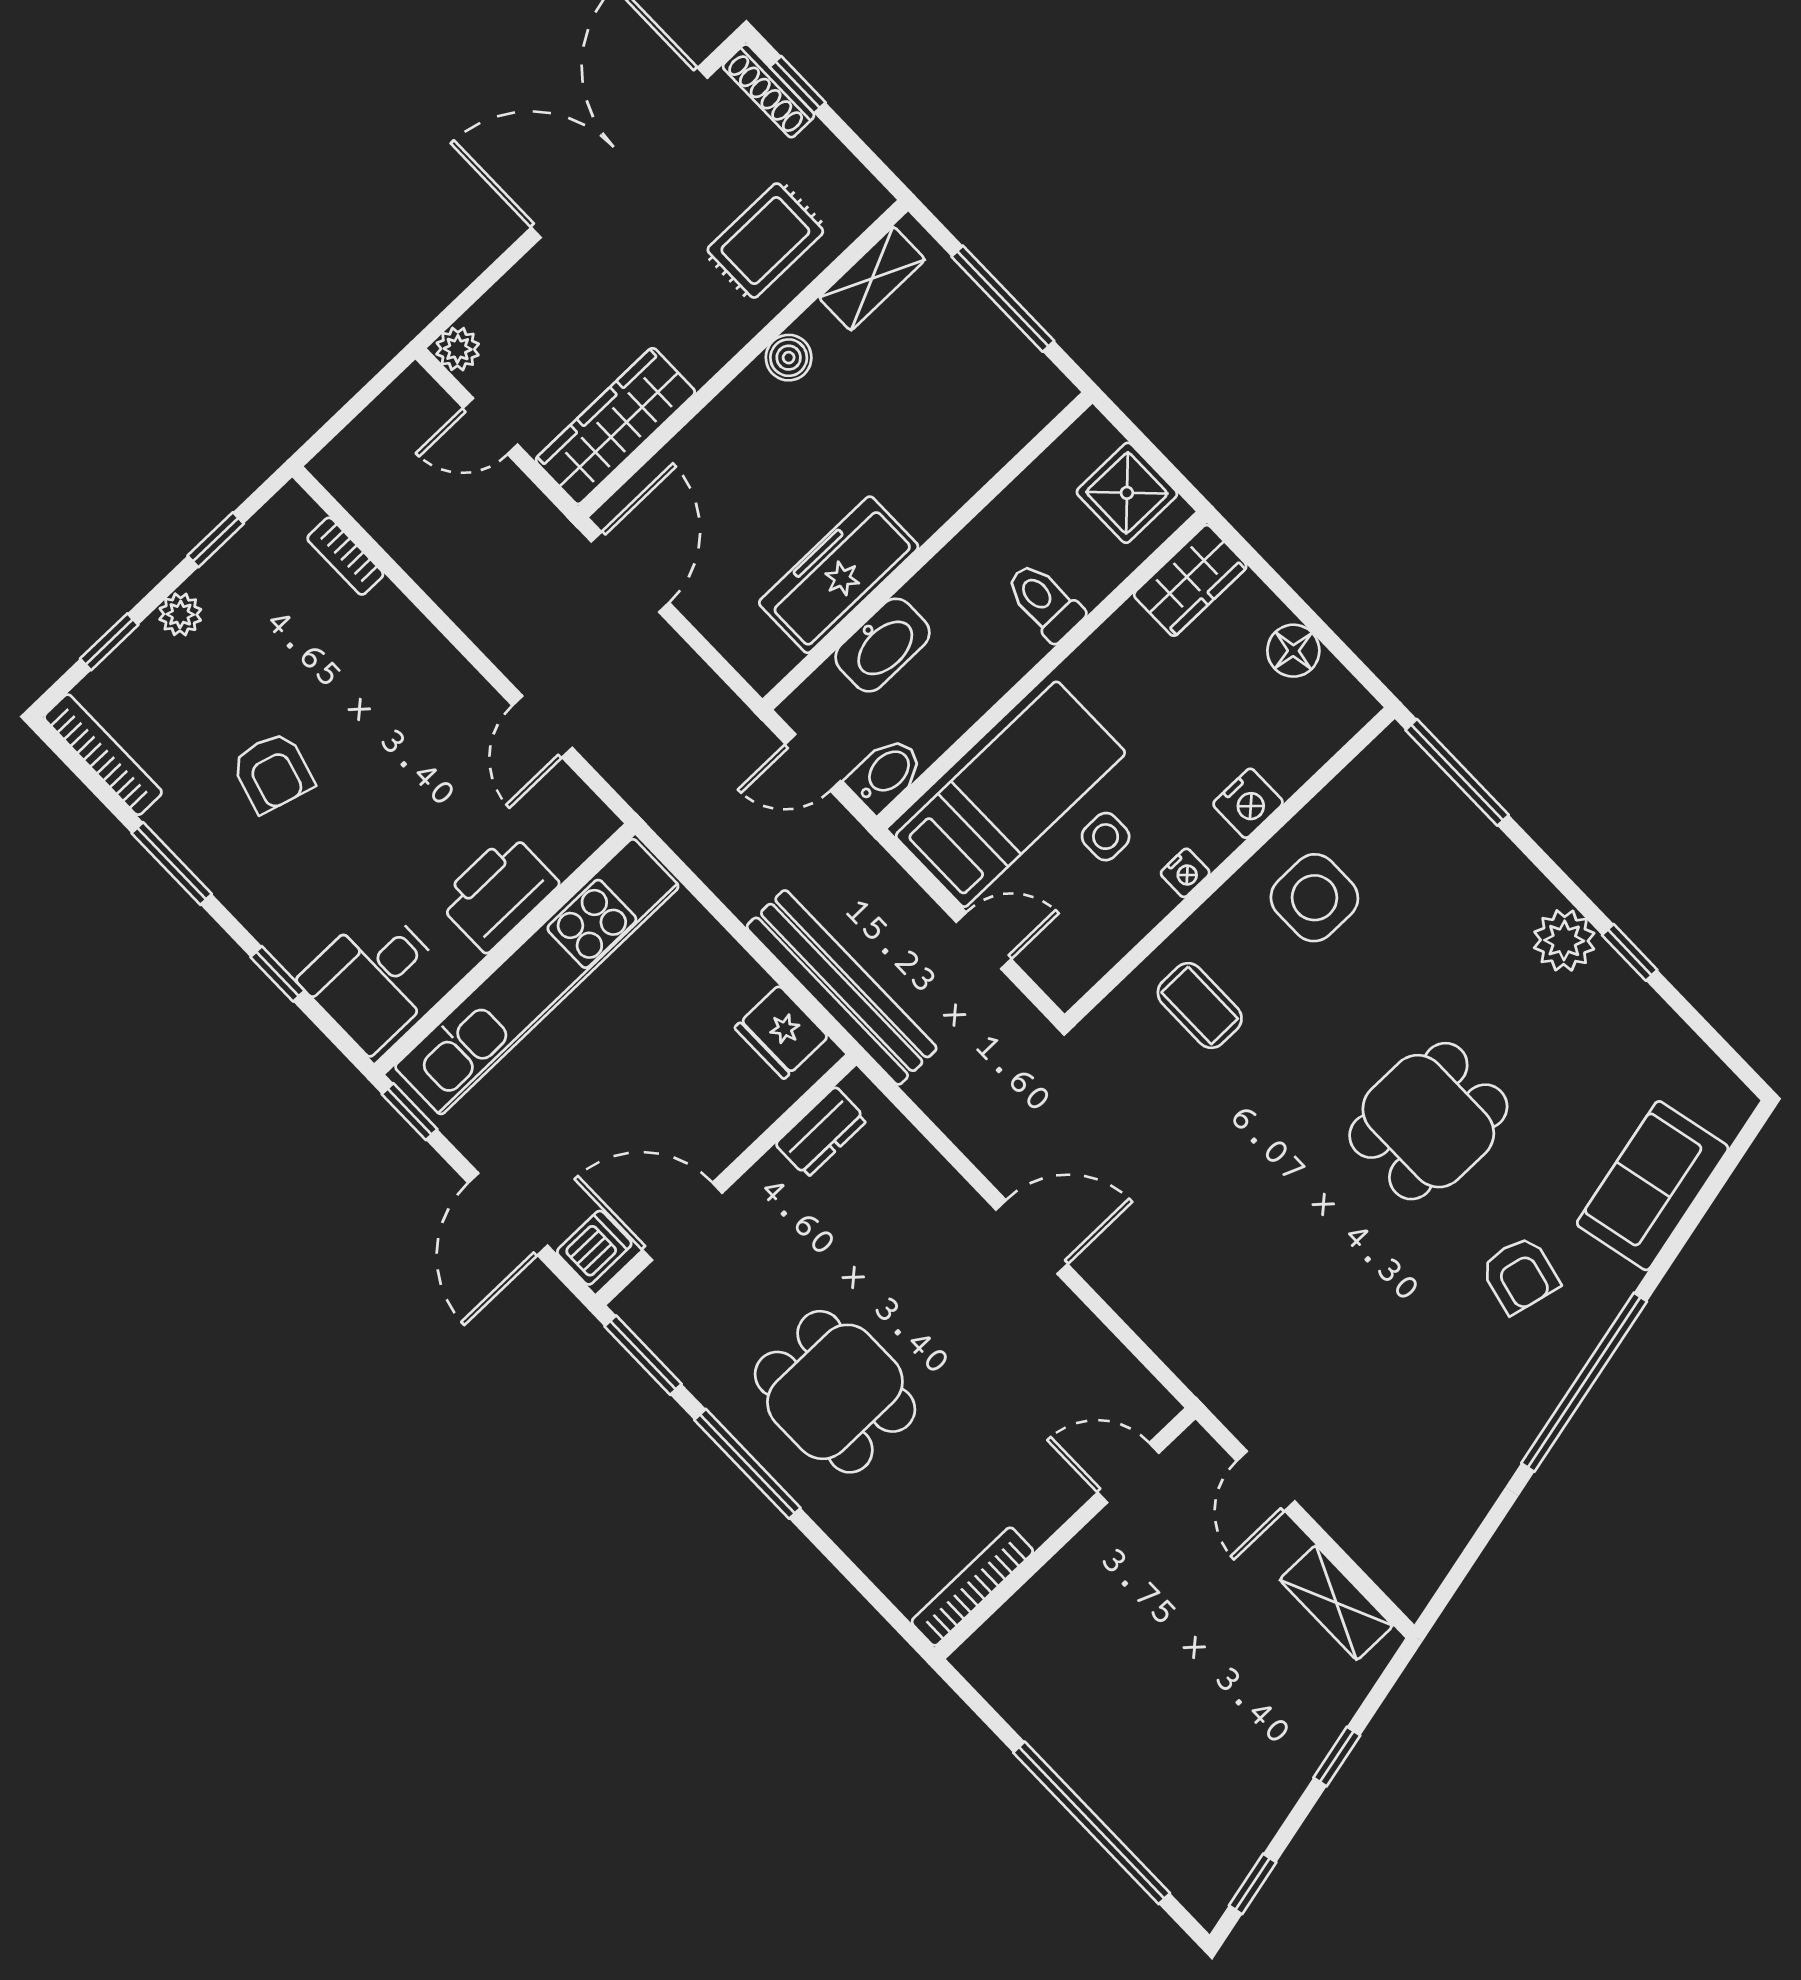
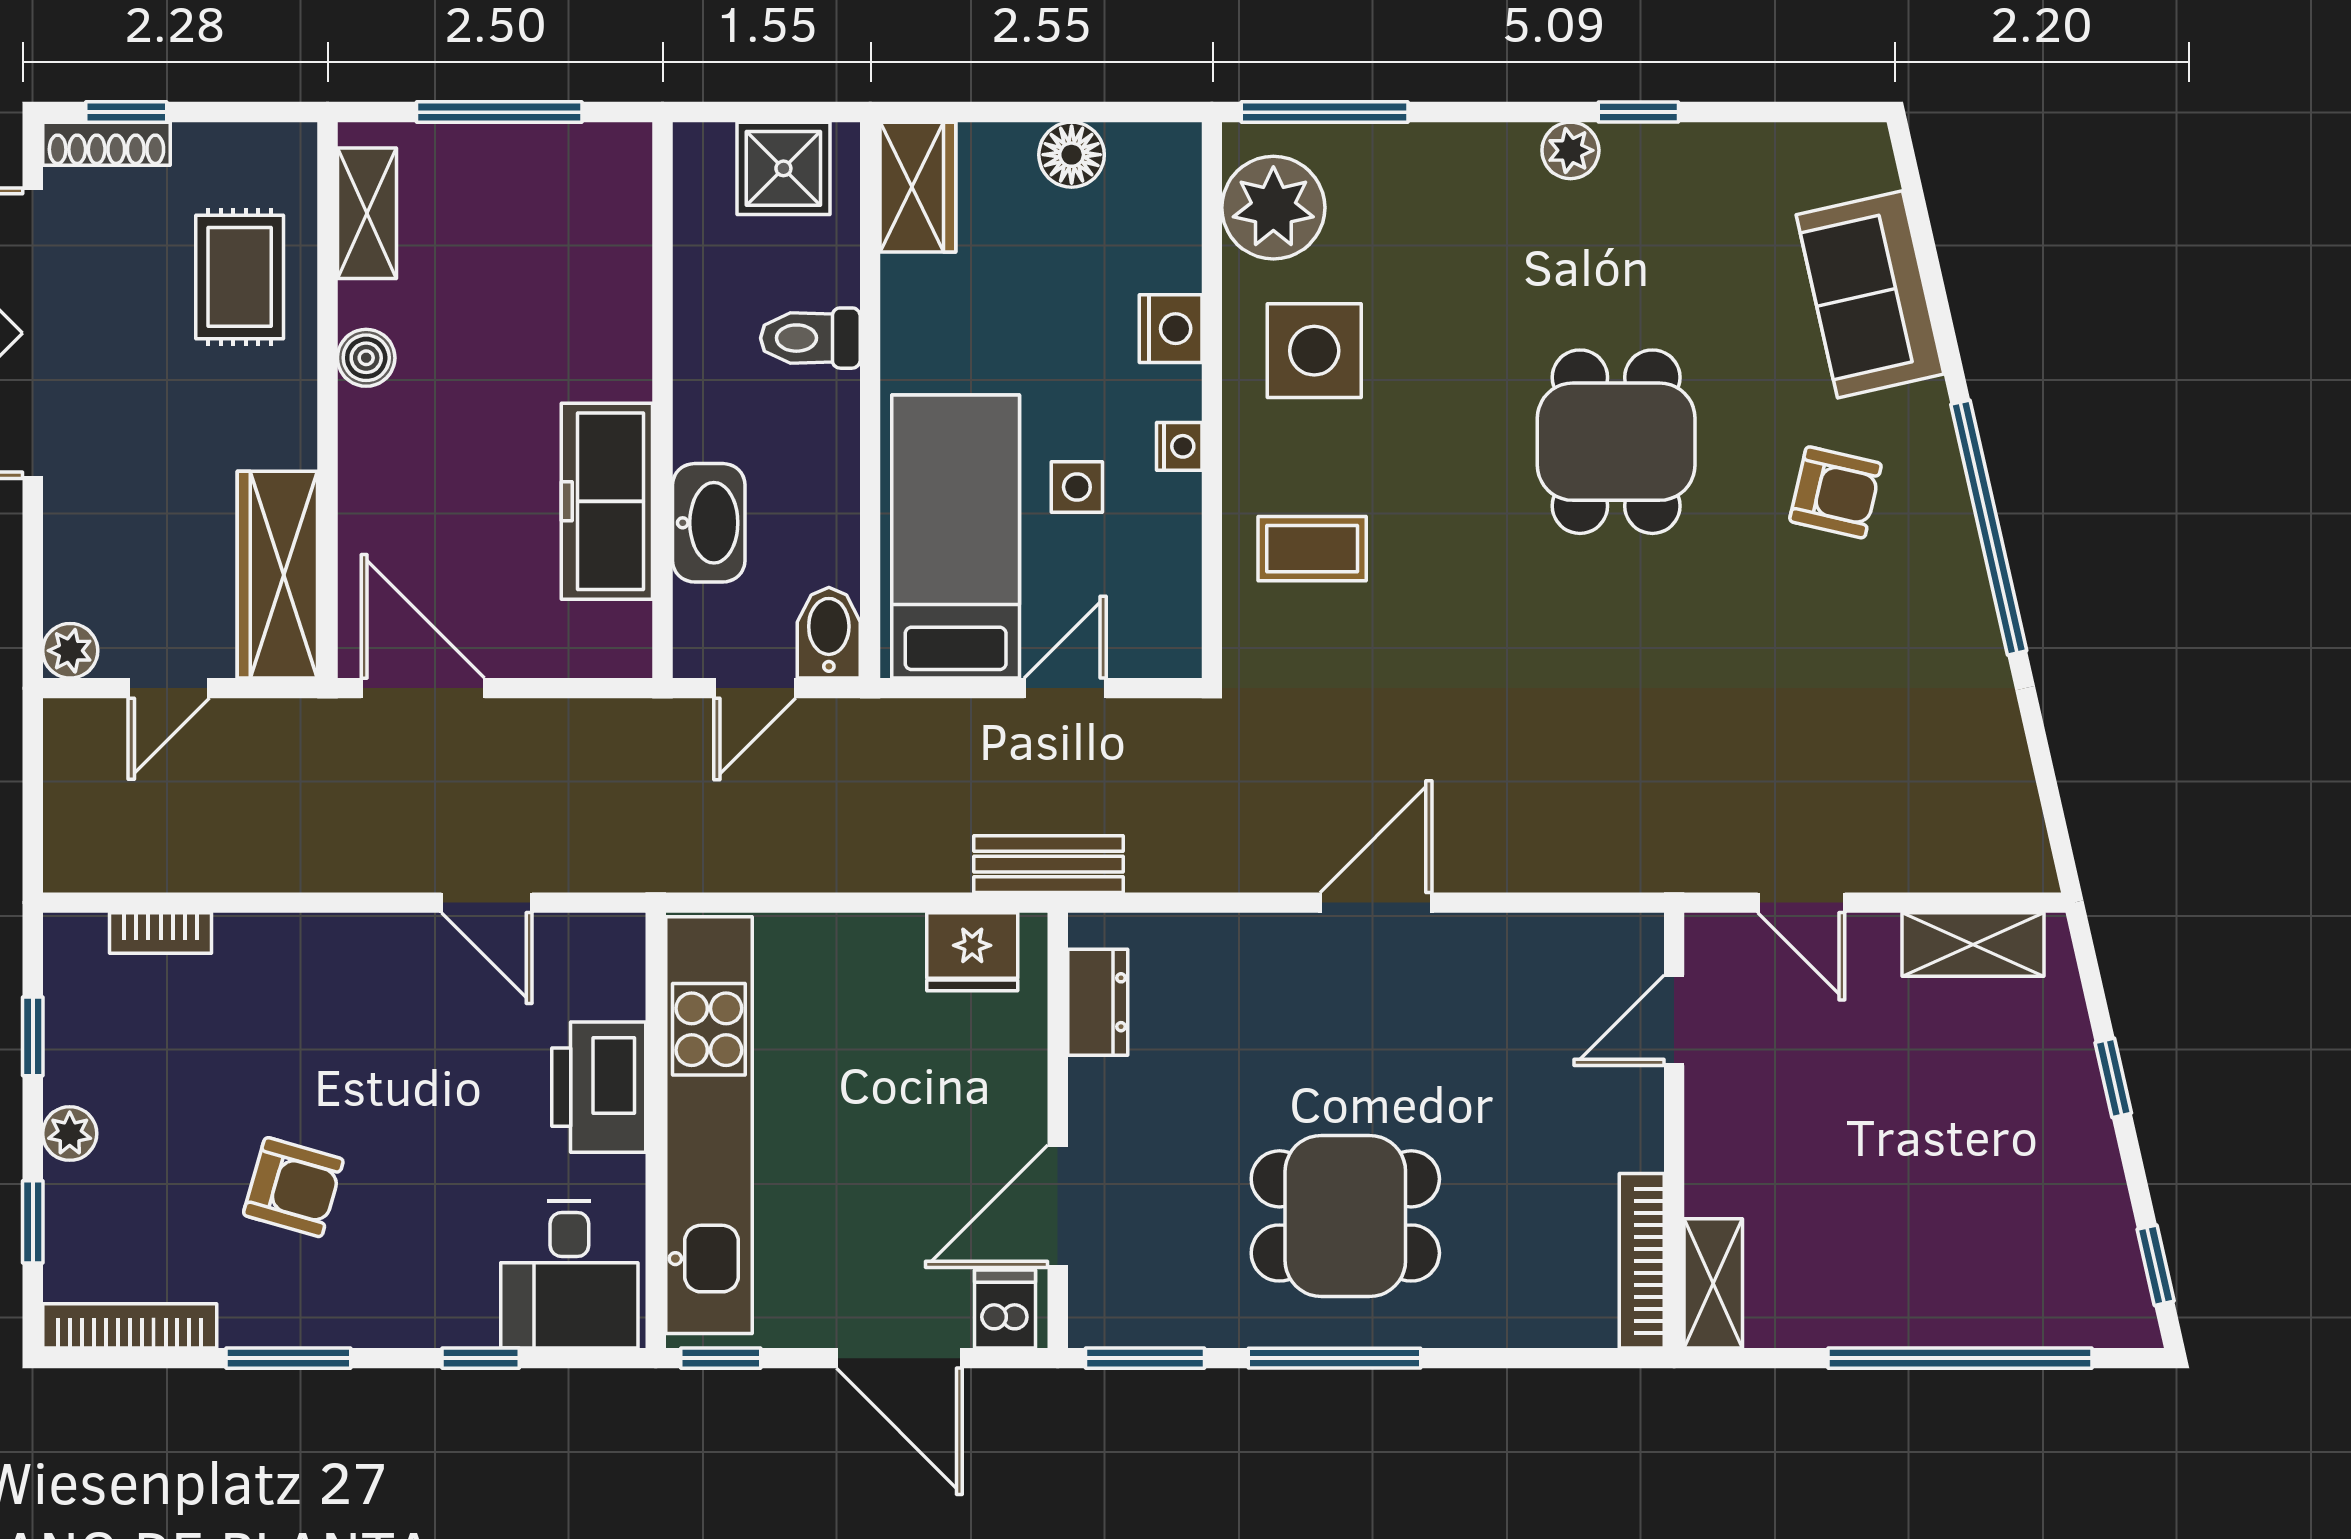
plant: (1374, 796) -> (1273, 208), added
plant: (1564, 940) -> (1570, 150), width x0.73, depth x0.73
bench: (842, 987) -> (1049, 864), width x0.54, depth x0.82
shelving: (999, 1640) -> (1713, 1283), added

